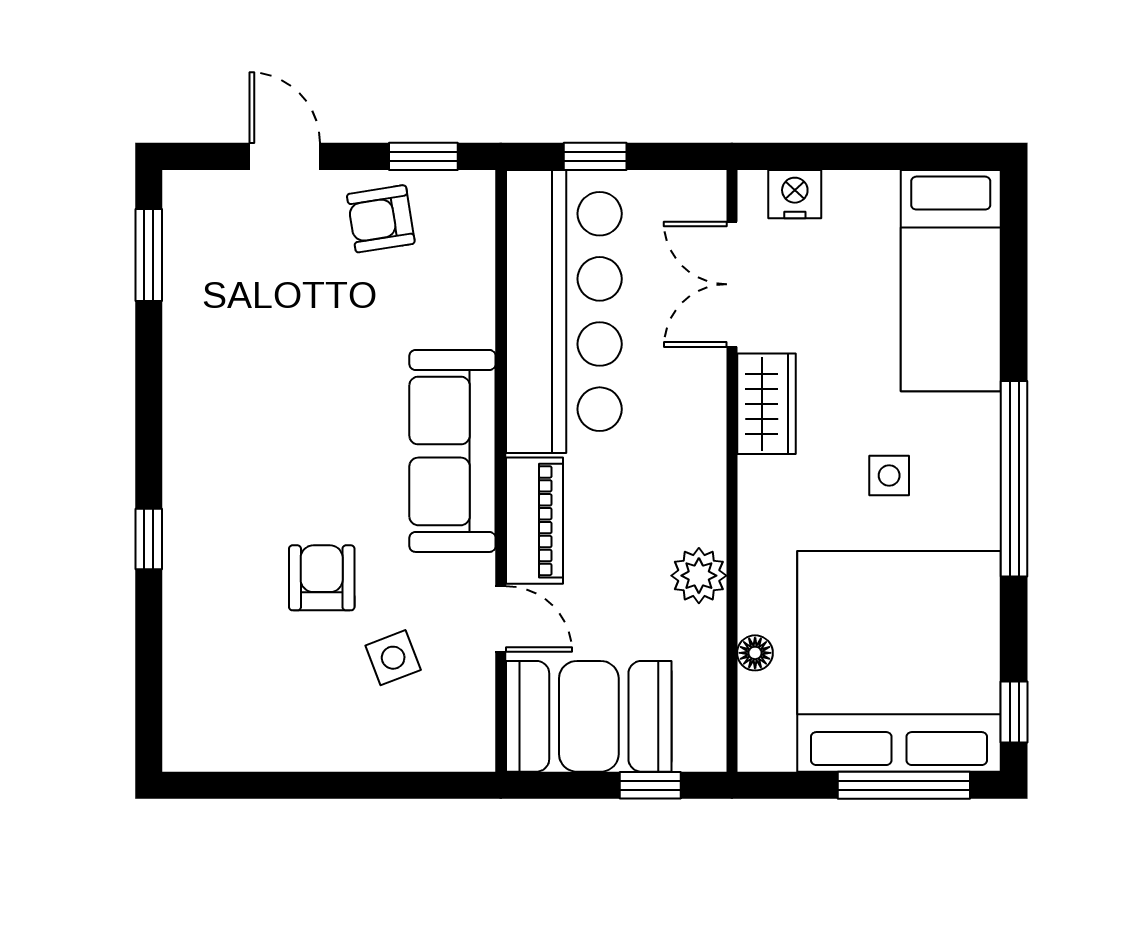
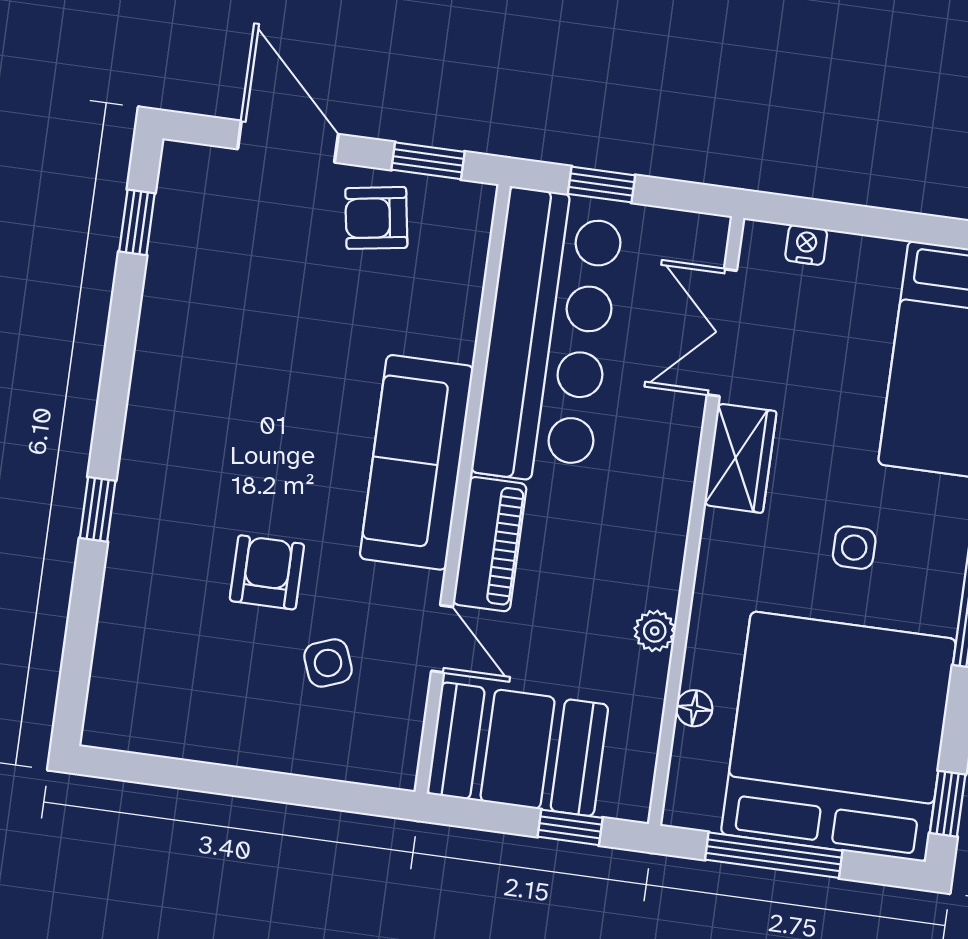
door: (285, 156) -> (288, 142), width x1.38
nightstand: (795, 194) -> (806, 245), width x0.72, depth x0.74
window: (149, 255) -> (137, 222), width x0.67
plant: (699, 576) -> (655, 631), width x0.73, depth x0.73
window: (904, 785) -> (774, 855), moved

